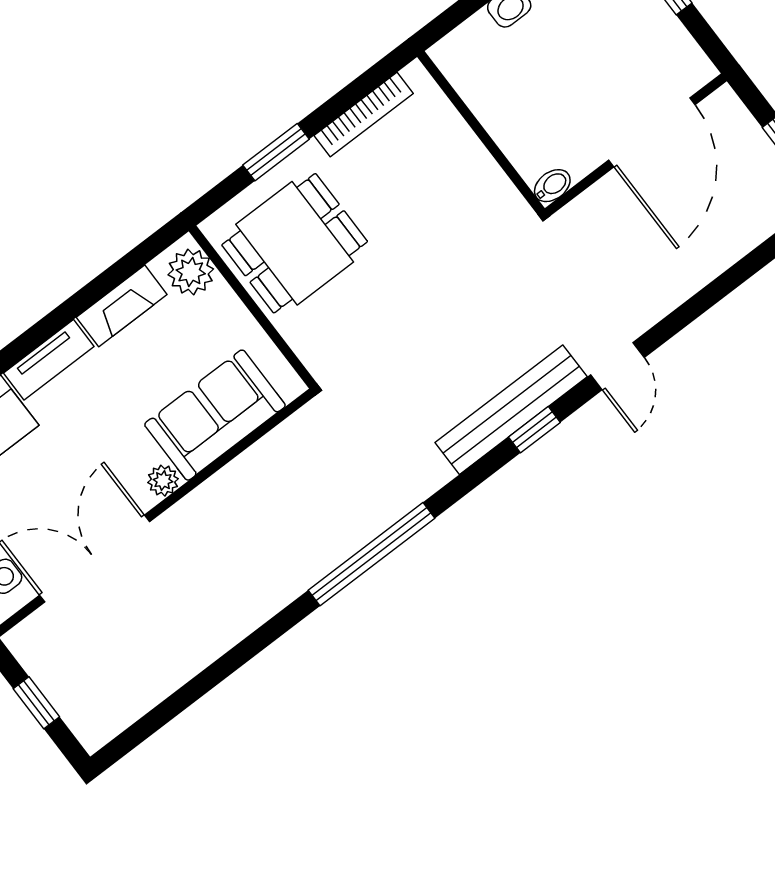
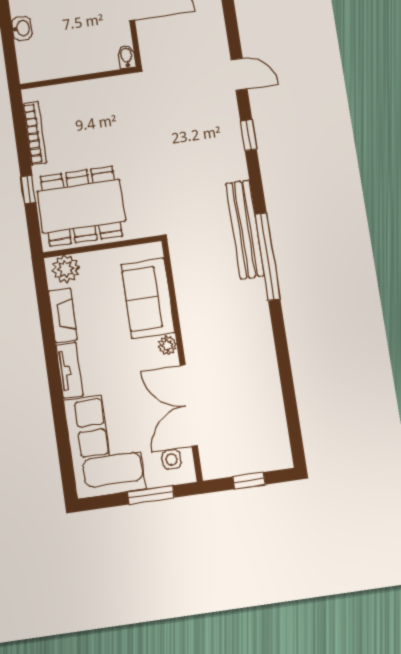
window: (276, 152) -> (28, 189), width x0.67
dining table: (295, 243) -> (81, 206), width x1.37
bench: (511, 410) -> (245, 229), moved

